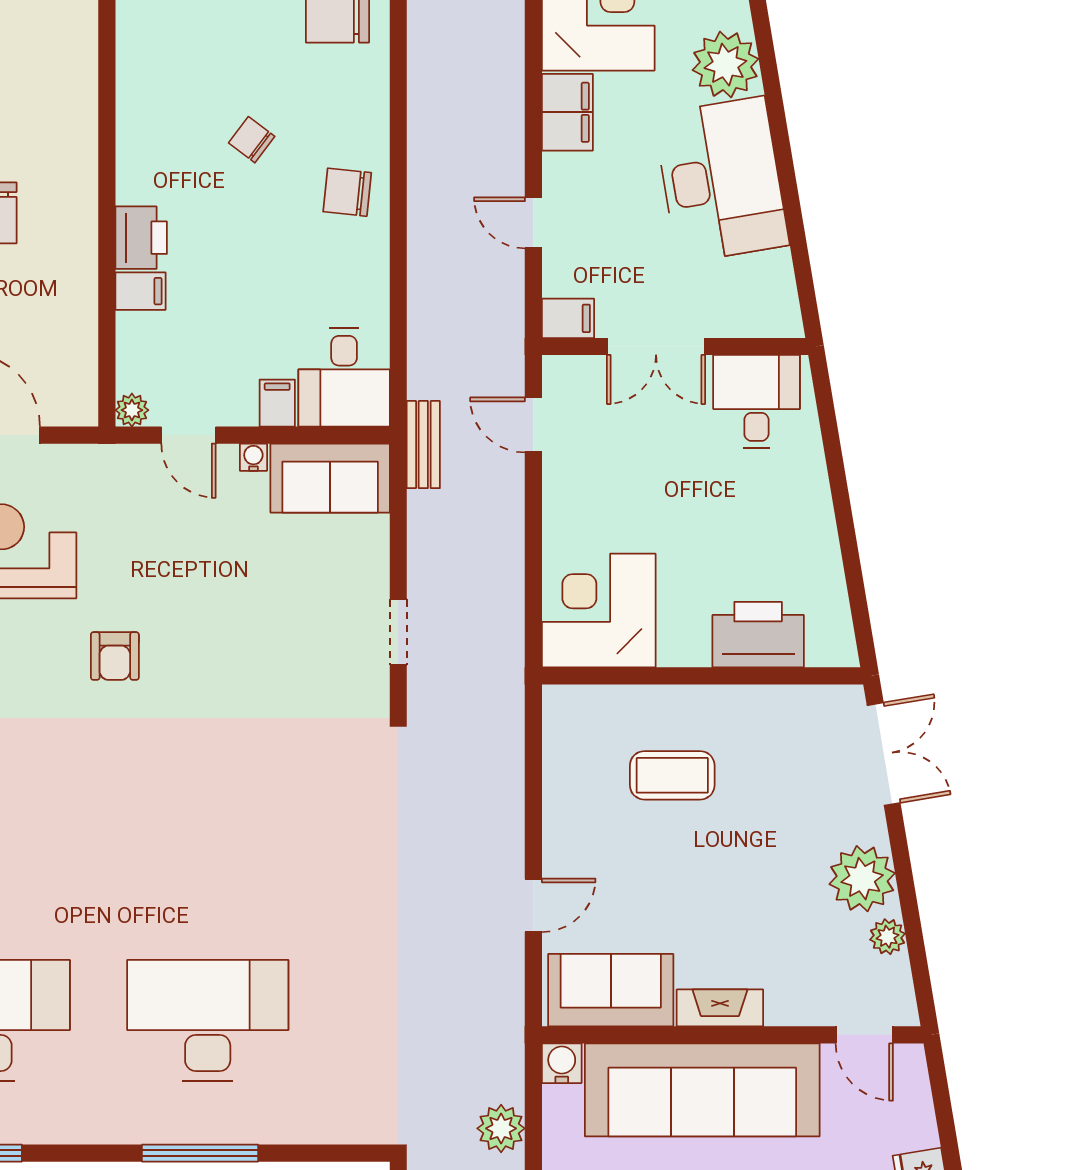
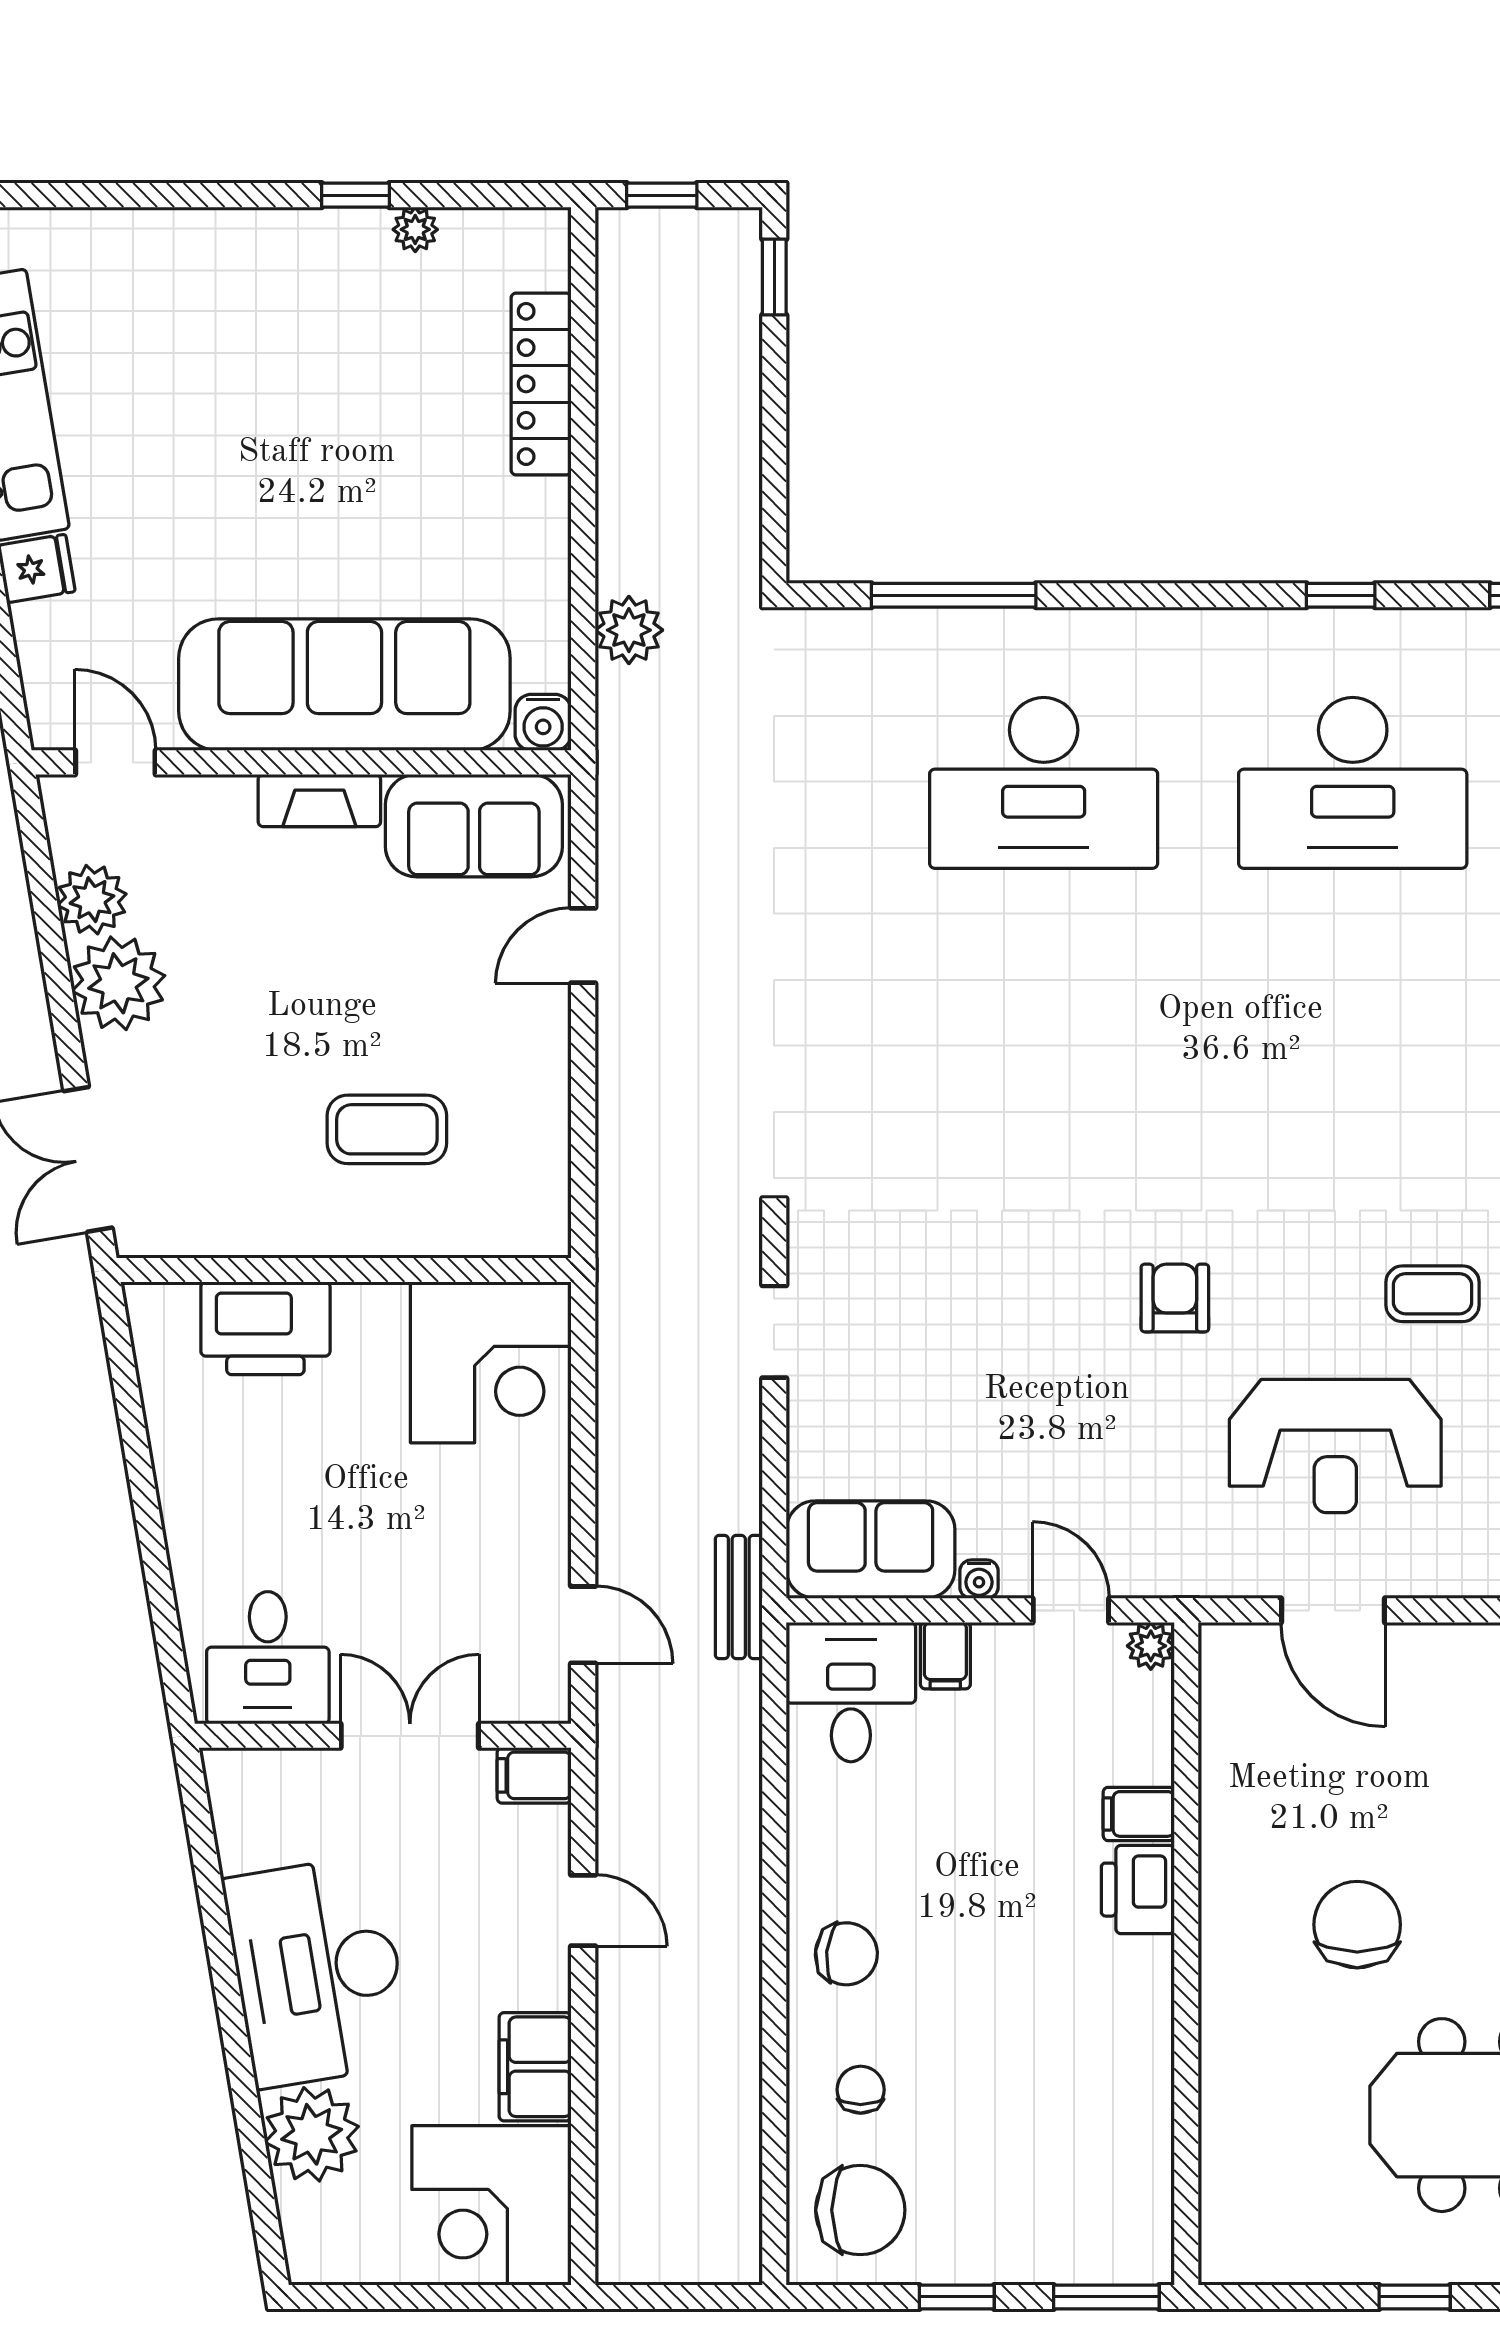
chair: (252, 140) -> (861, 2090), moved, turned -127
plant: (887, 937) -> (92, 900), width x1.38, depth x1.38
window: (200, 1153) -> (954, 595), moved

